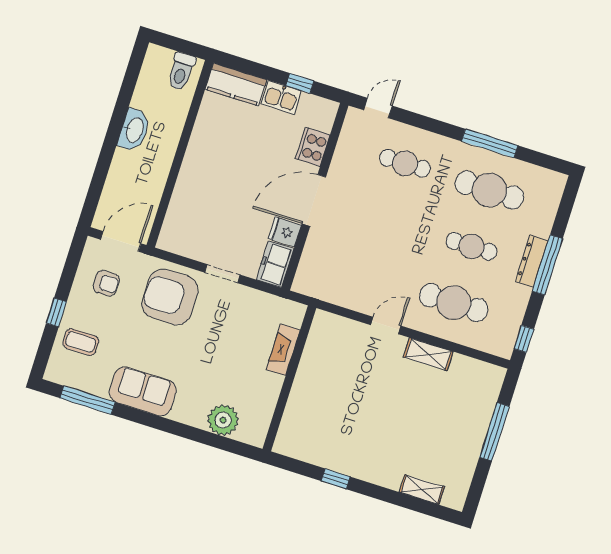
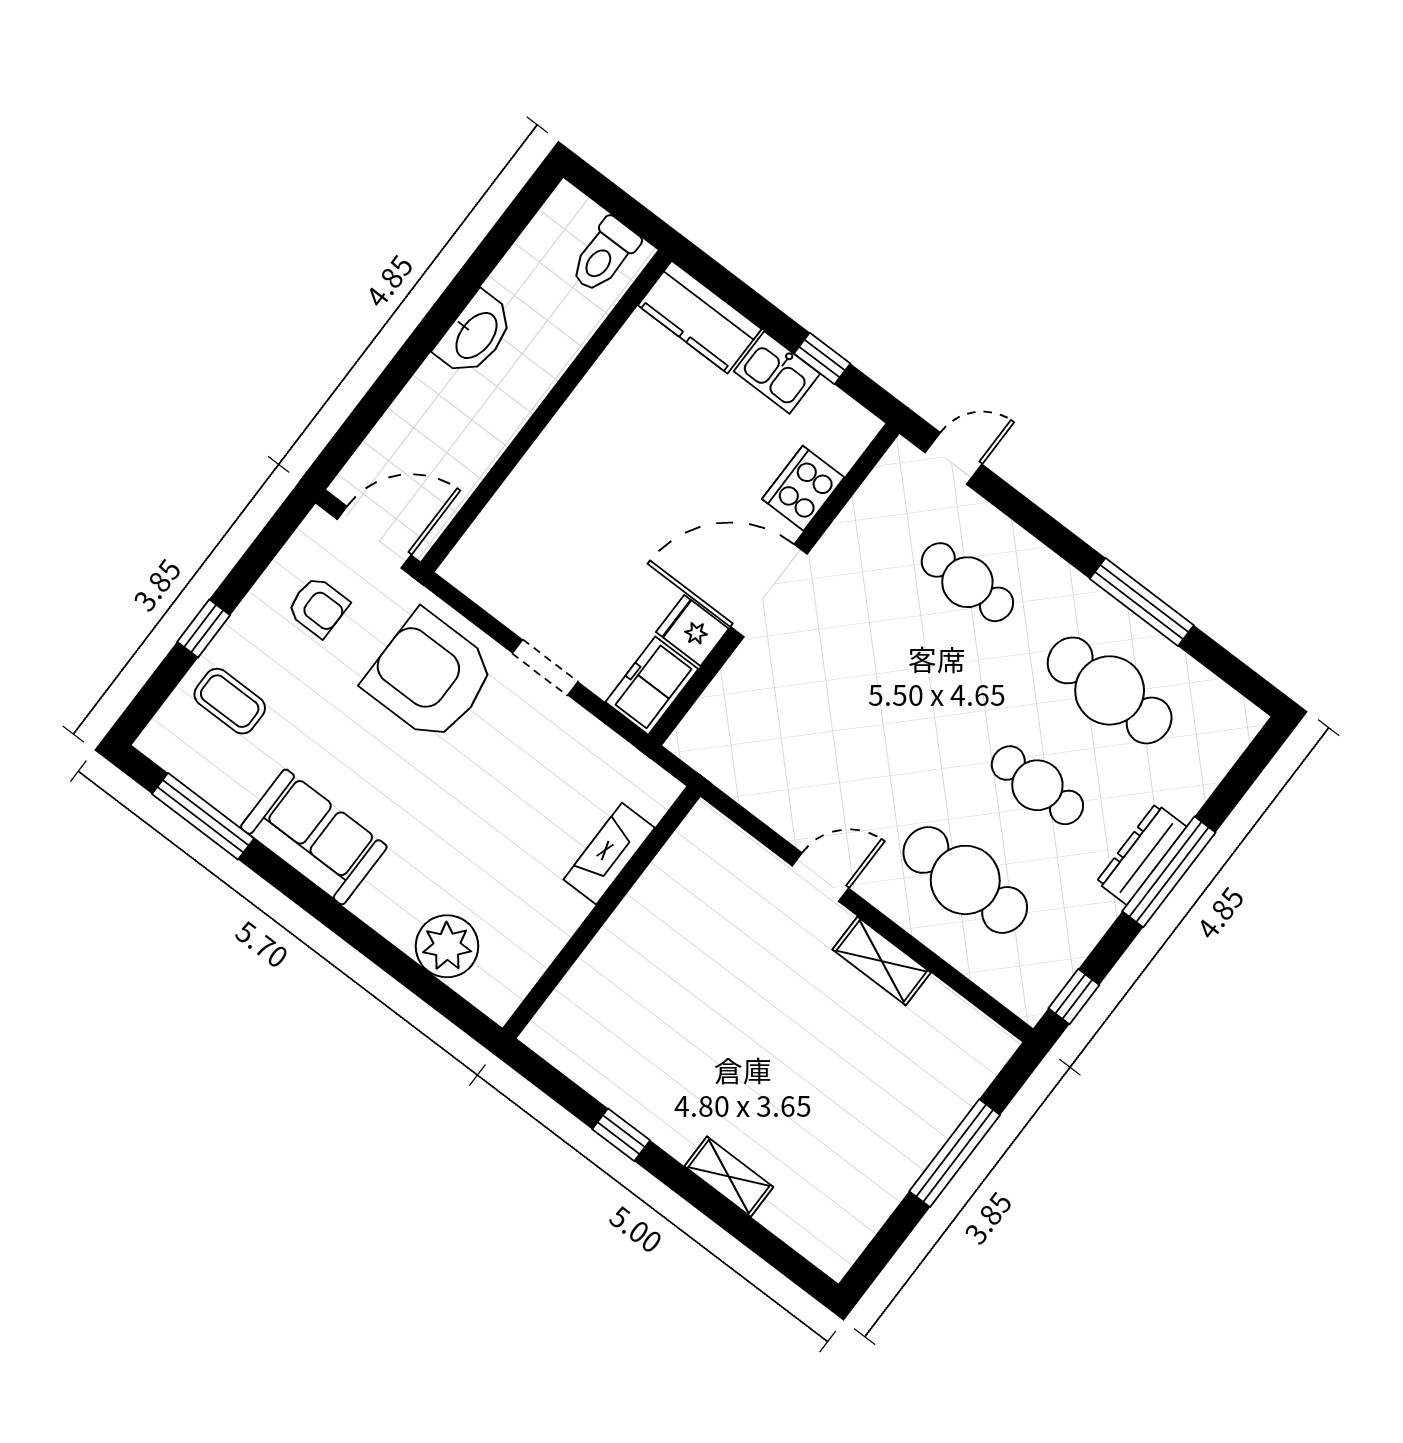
shelving: (422, 490) -> (729, 1177), moved

